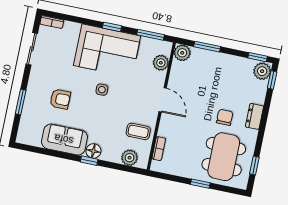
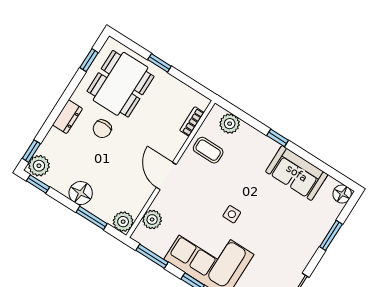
floor lamp: (223, 62) -> (81, 193), added
armchair: (60, 99) -> (284, 221), removed
floor lamp: (93, 151) -> (342, 194), moved

